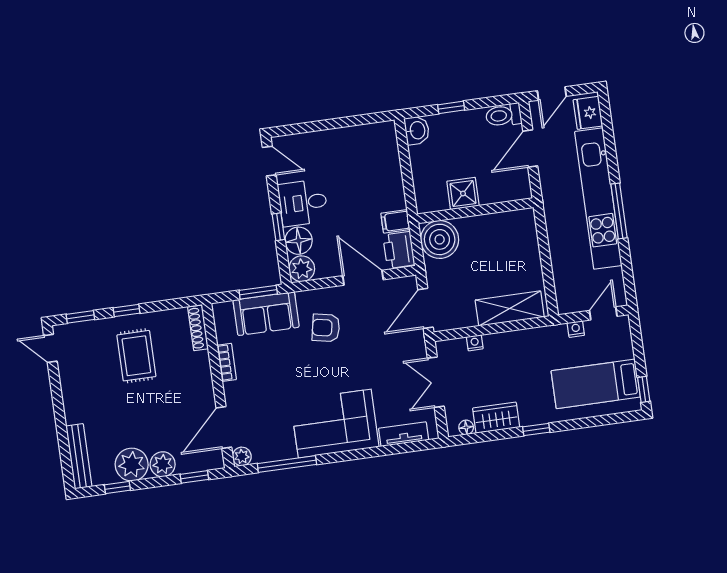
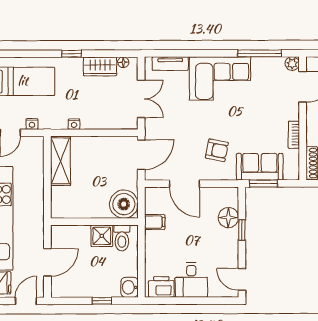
toilet: (504, 115) -> (122, 238), moved, turned 90
desk: (303, 203) -> (191, 280), moved, turned 90
printer: (399, 250) -> (161, 287), moved, turned -90
plant: (302, 269) -> (229, 196), removed
shelving: (510, 308) -> (60, 161), moved, turned 90
nightstand: (475, 343) -> (74, 124), moved

